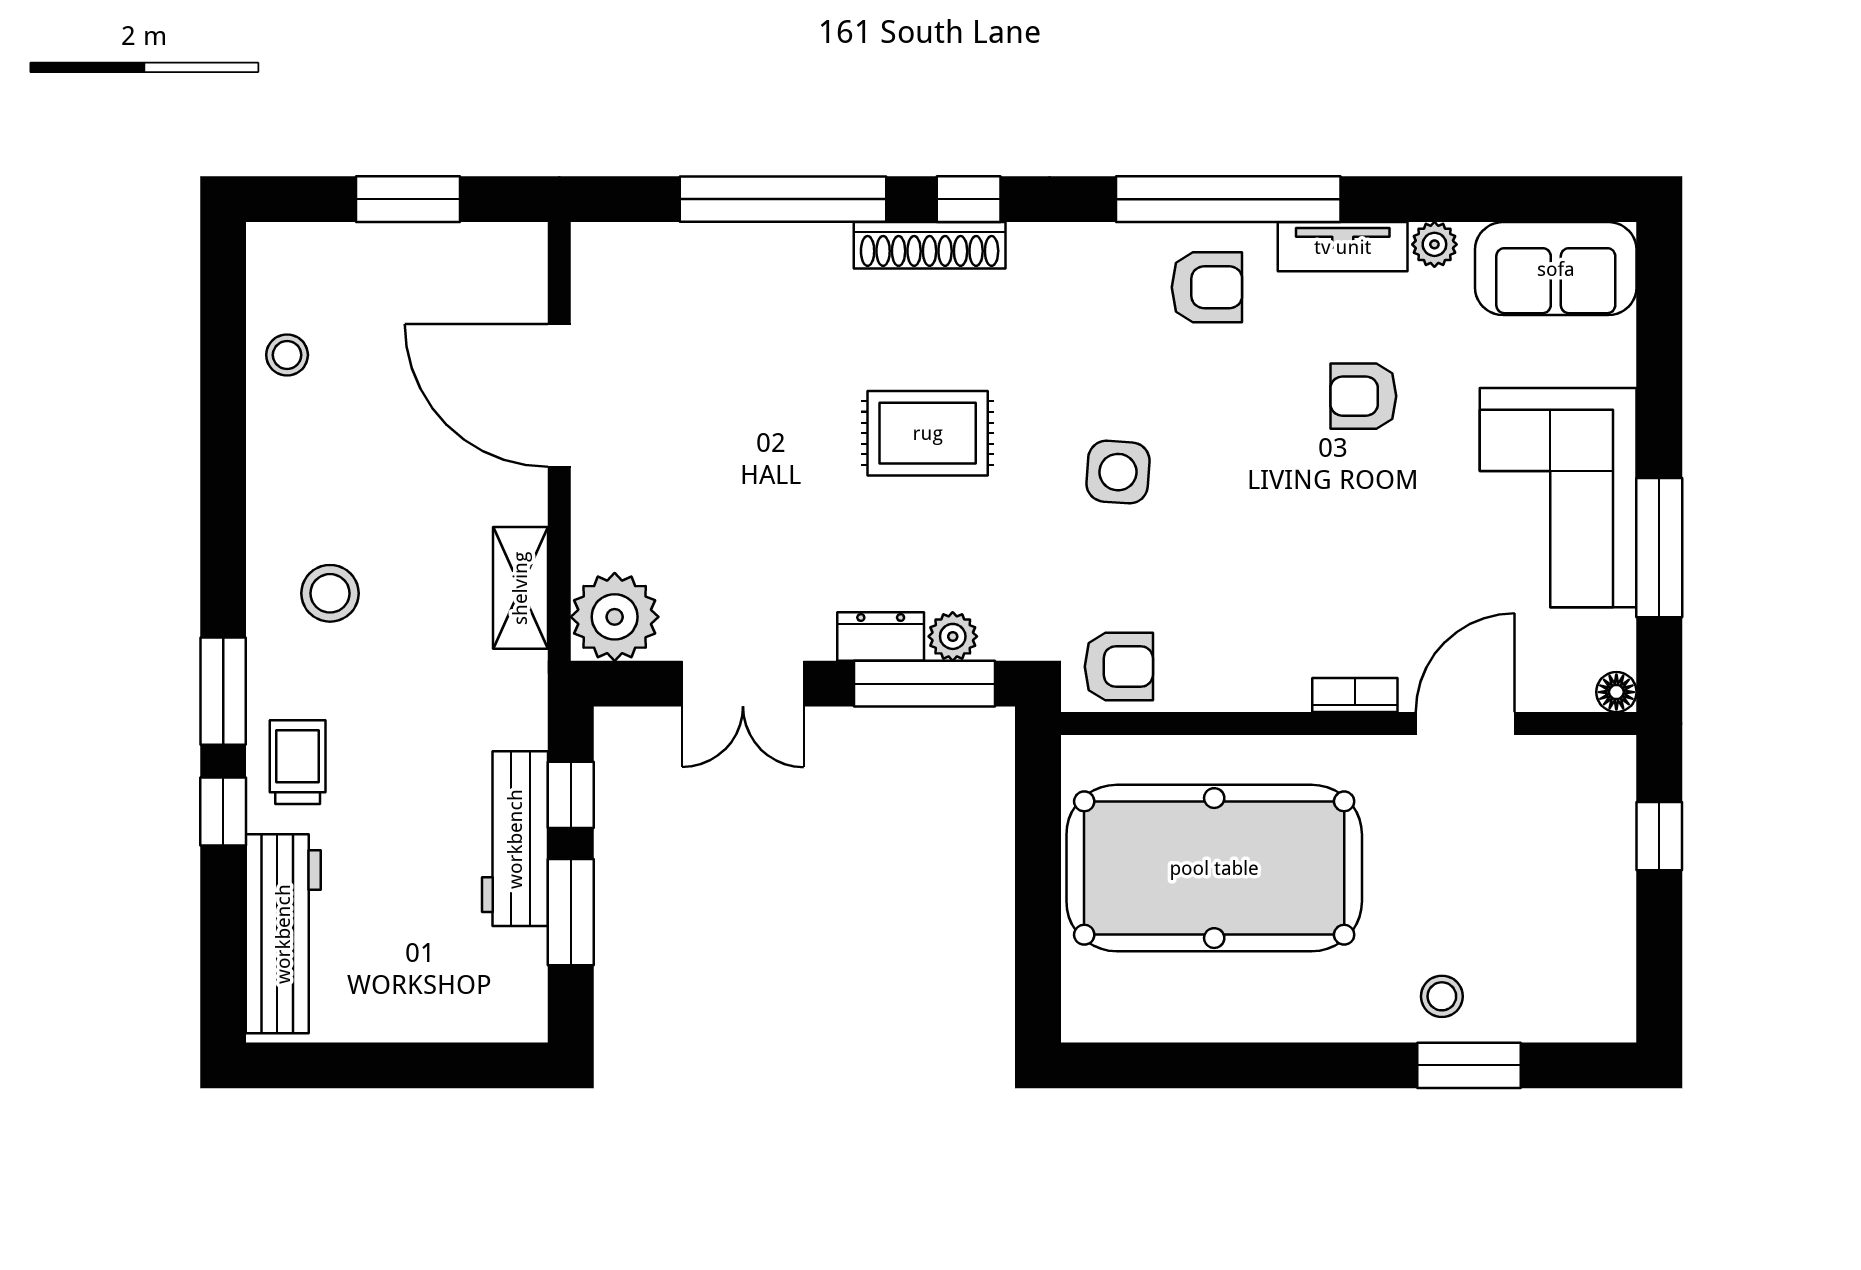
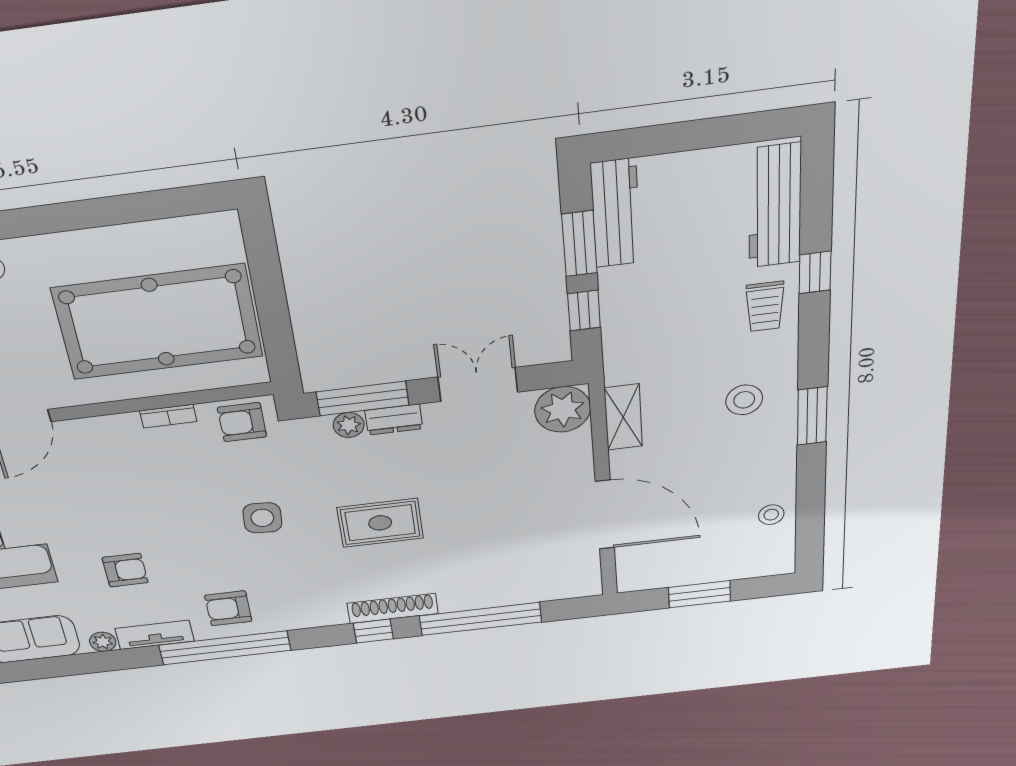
window: (223, 691) -> (812, 416), moved
bookcase: (1355, 695) -> (168, 416), moved
workbench: (515, 839) -> (616, 213), moved

